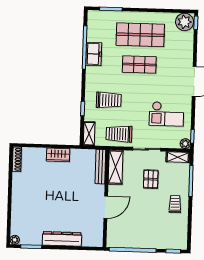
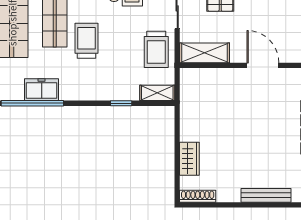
trolley: (109, 100) -> (87, 41), moved
wardrobe: (58, 155) -> (189, 159), moved
bench: (100, 167) -> (266, 195), moved

